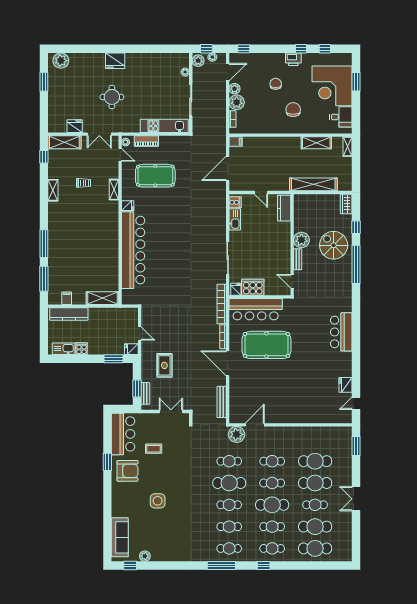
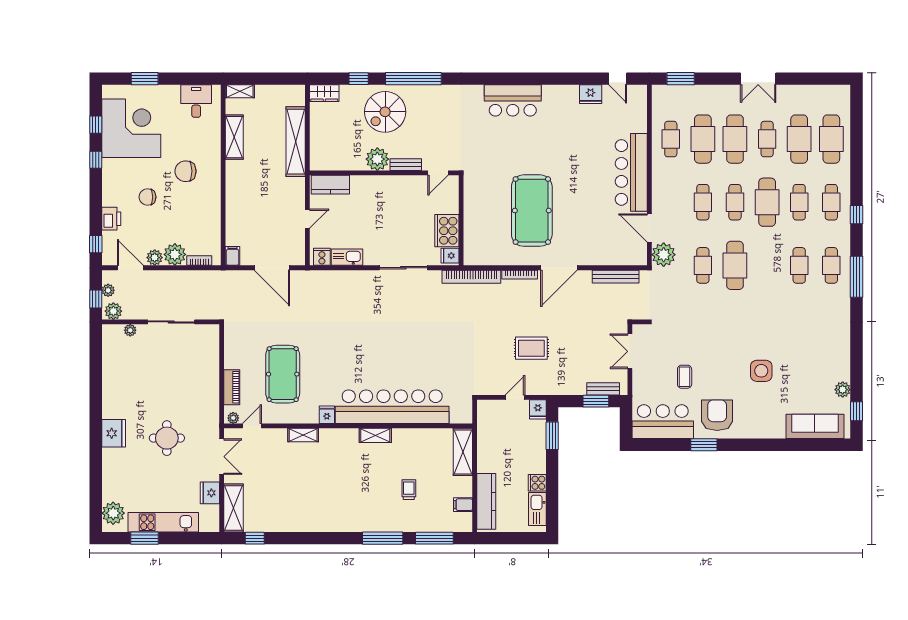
printer: (293, 59) -> (111, 219), moved
corner desk: (332, 86) -> (131, 128), moved, turned -90
kitchen unit: (164, 126) -> (163, 522), moved, turned 90
trolley: (84, 183) -> (409, 490), moved
shelving: (53, 190) -> (375, 435), moved
bar counter: (256, 309) -> (631, 172), moved, turned 180
rug: (164, 365) -> (531, 348), moved
cafe table: (229, 505) -> (671, 139), moved

